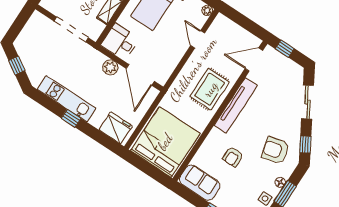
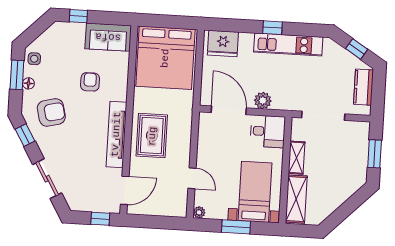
kitchen counter: (28, 34) -> (363, 87), added

